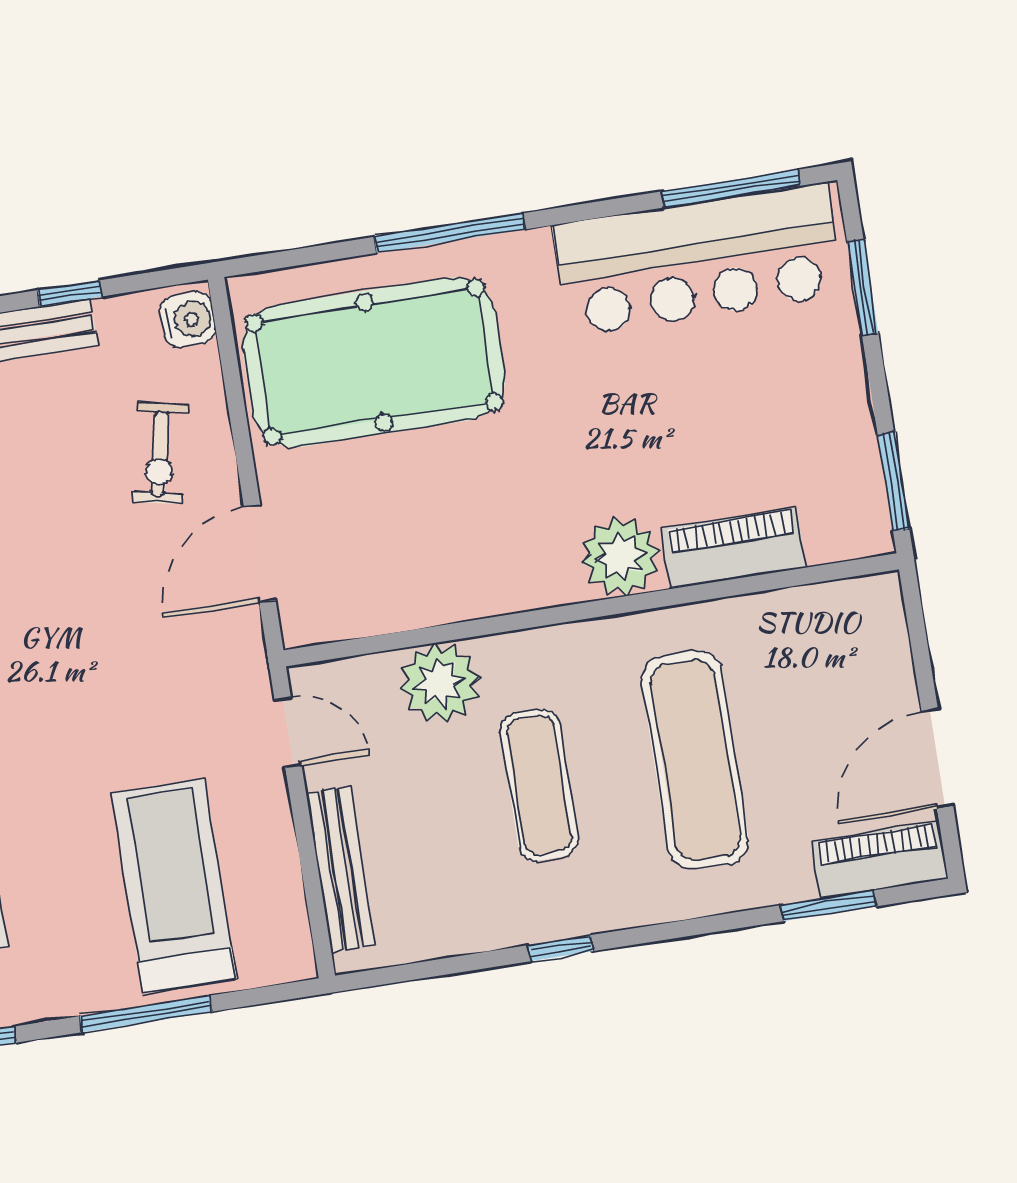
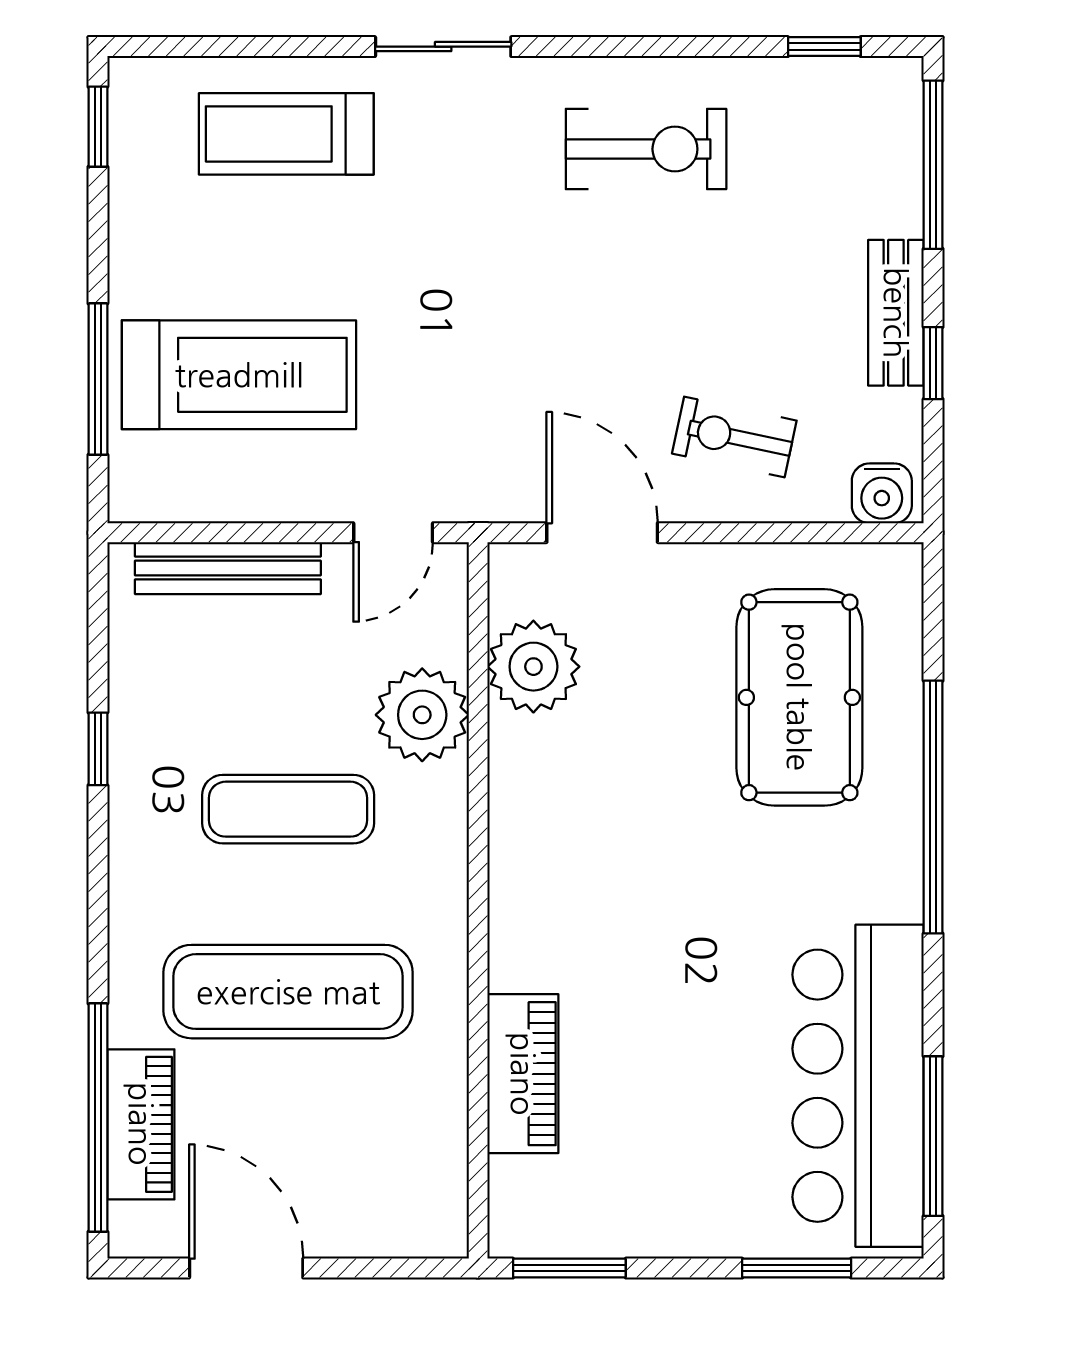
window: (450, 233) -> (933, 807), width x1.46
pool table: (374, 362) -> (799, 697), width x0.73, depth x0.76
plant: (620, 557) -> (533, 667), moved
piano: (879, 860) -> (141, 1124), moved
window: (829, 906) -> (98, 1118), width x2.11
window: (561, 948) -> (98, 749), moved
window: (146, 1014) -> (98, 379), moved

